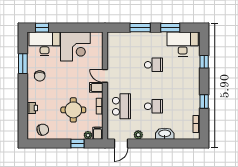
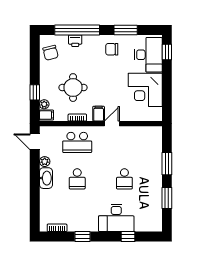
desk: (183, 44) -> (116, 218), moved, turned 90
window: (23, 106) -> (77, 30), added
washbasin: (165, 134) -> (46, 178), moved

